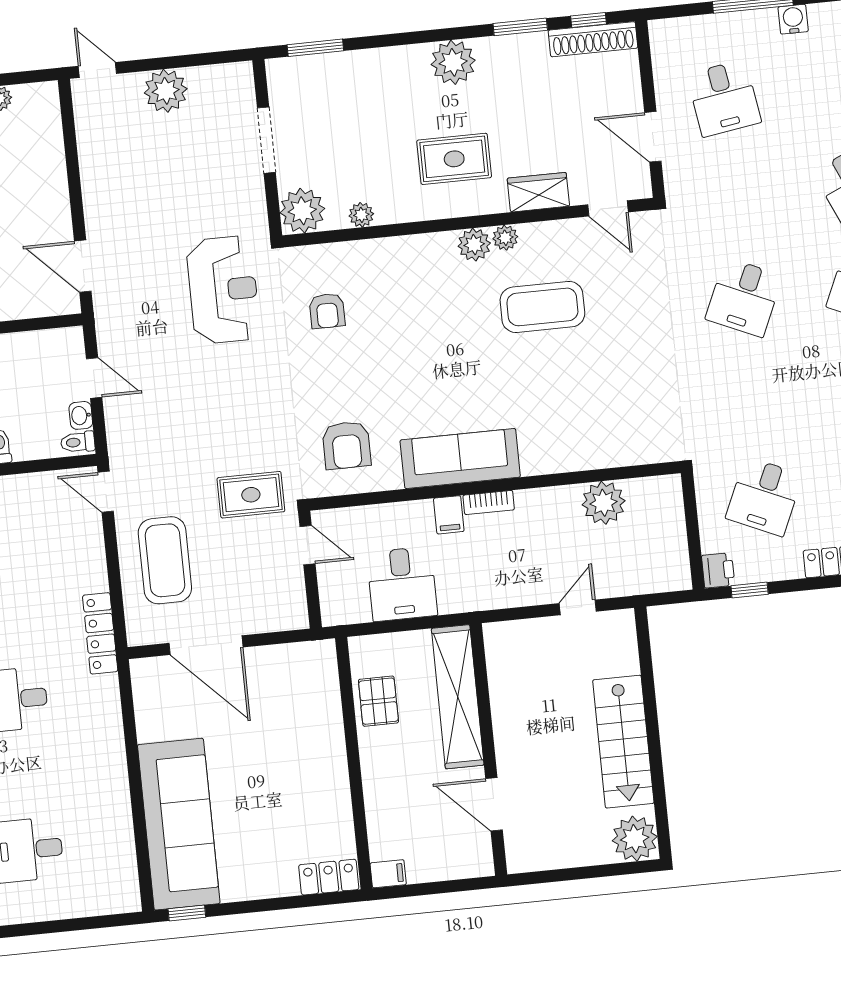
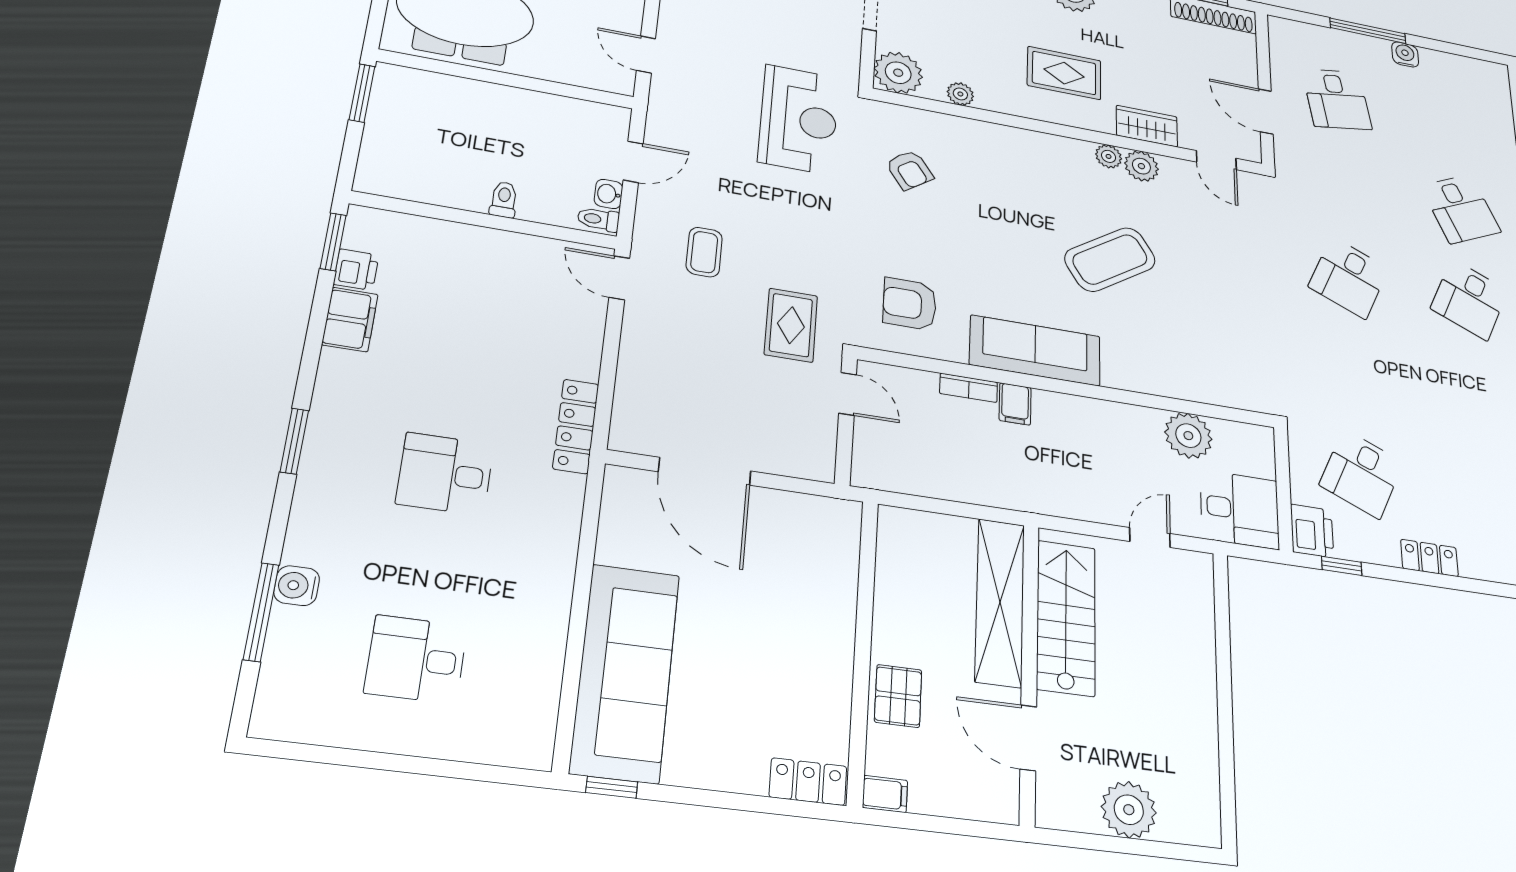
plant: (474, 245) -> (1141, 166), moved
door: (83, 266) -> (646, 55), width x0.73
coffee table: (542, 307) -> (1110, 259), moved, turned -33
armchair: (327, 311) -> (909, 170), turned -35
door: (94, 378) -> (633, 162), hinge flipped
armchair: (346, 445) -> (910, 304), turned 90
rug: (251, 495) -> (791, 325), turned 90
bookcase: (489, 503) -> (969, 388), moved
coffee table: (165, 560) -> (704, 252), moved, width x0.54, depth x0.58
printer: (718, 570) -> (1312, 531), width x1.36, depth x1.24
desk: (402, 584) -> (1240, 510), moved, turned -90
pallet: (378, 701) -> (898, 696), moved
stairs: (623, 742) -> (1066, 618), moved, turned 180
plant: (635, 839) -> (1129, 810), moved

